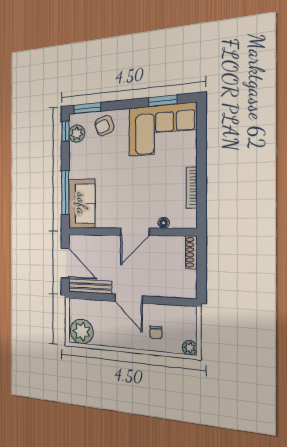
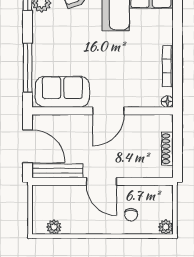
sofa: (82, 204) -> (62, 92), moved, turned -90
floor lamp: (164, 223) -> (167, 102), moved
shoe rack: (191, 252) -> (167, 149), moved
plant: (82, 331) -> (54, 227), width x0.53, depth x0.53

